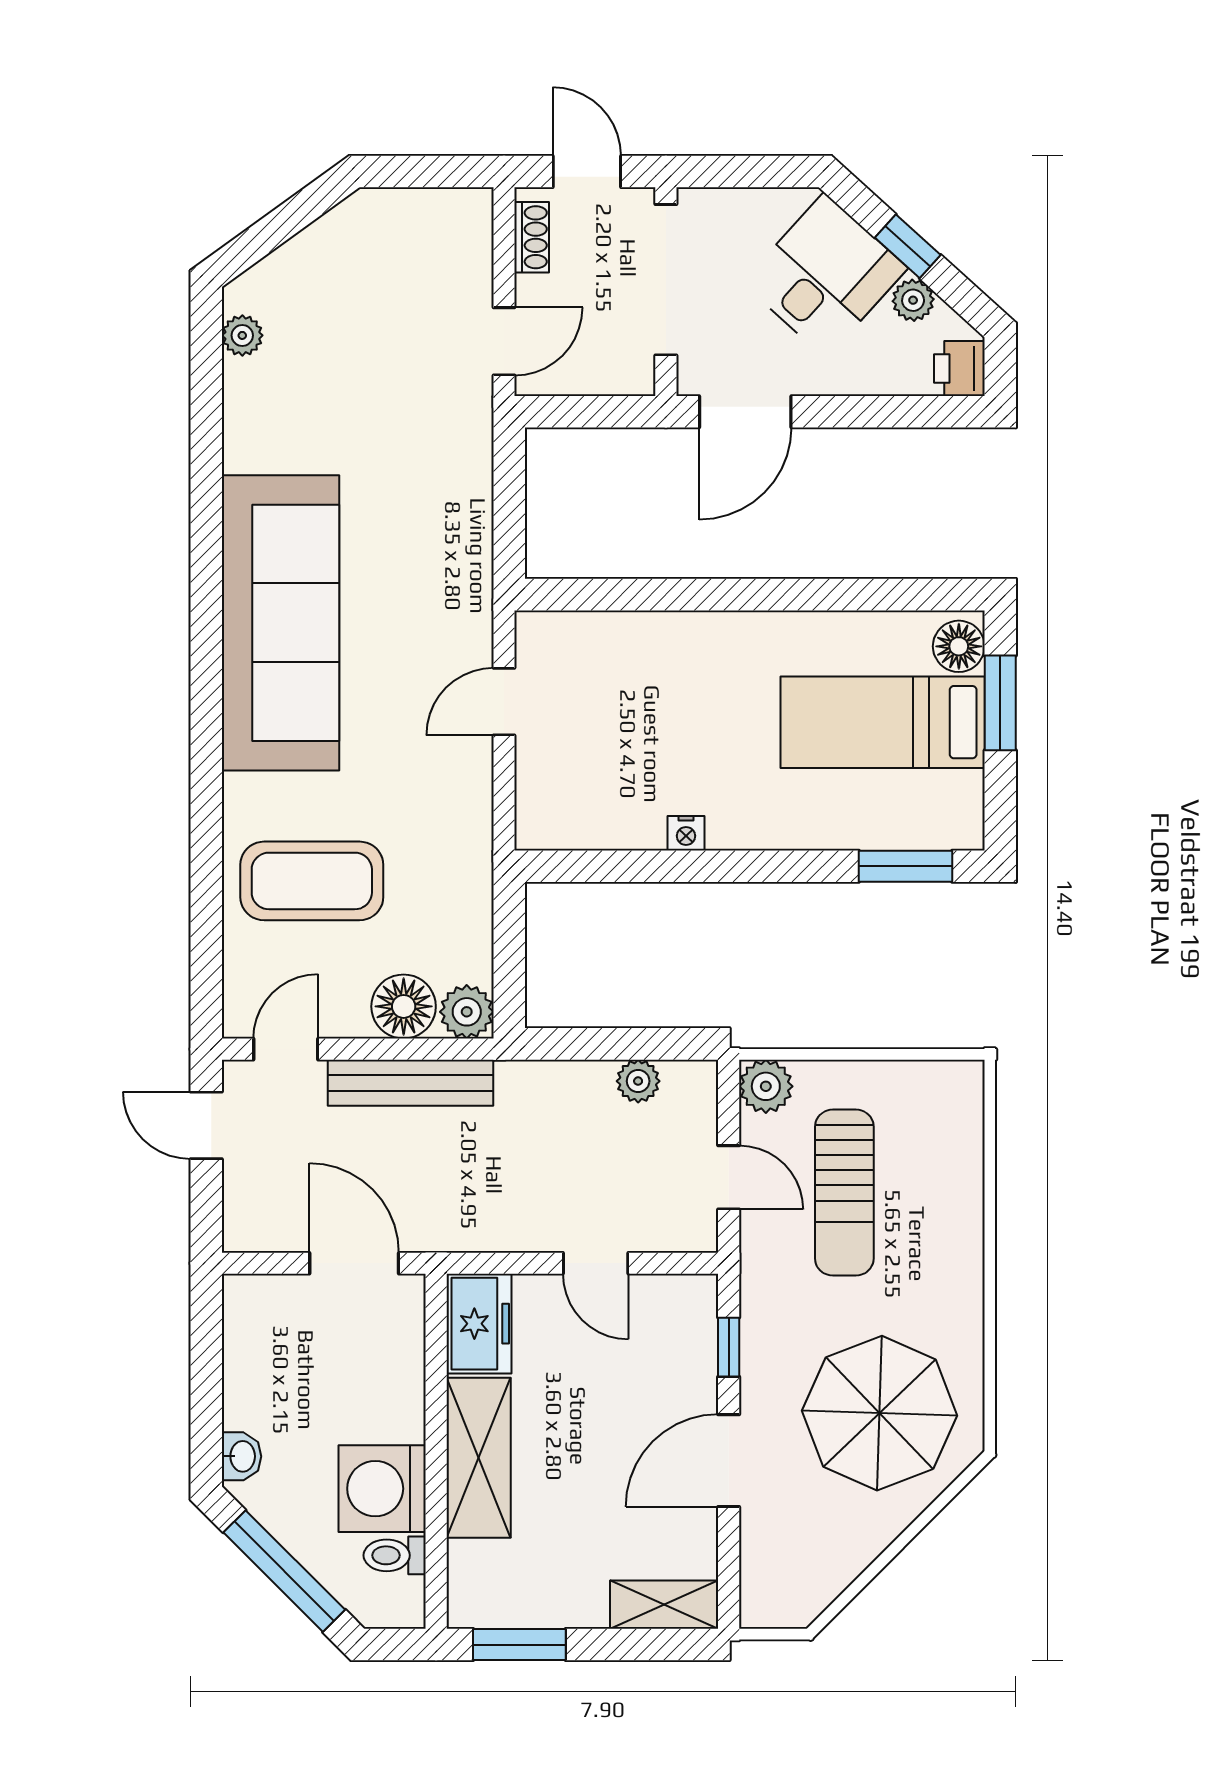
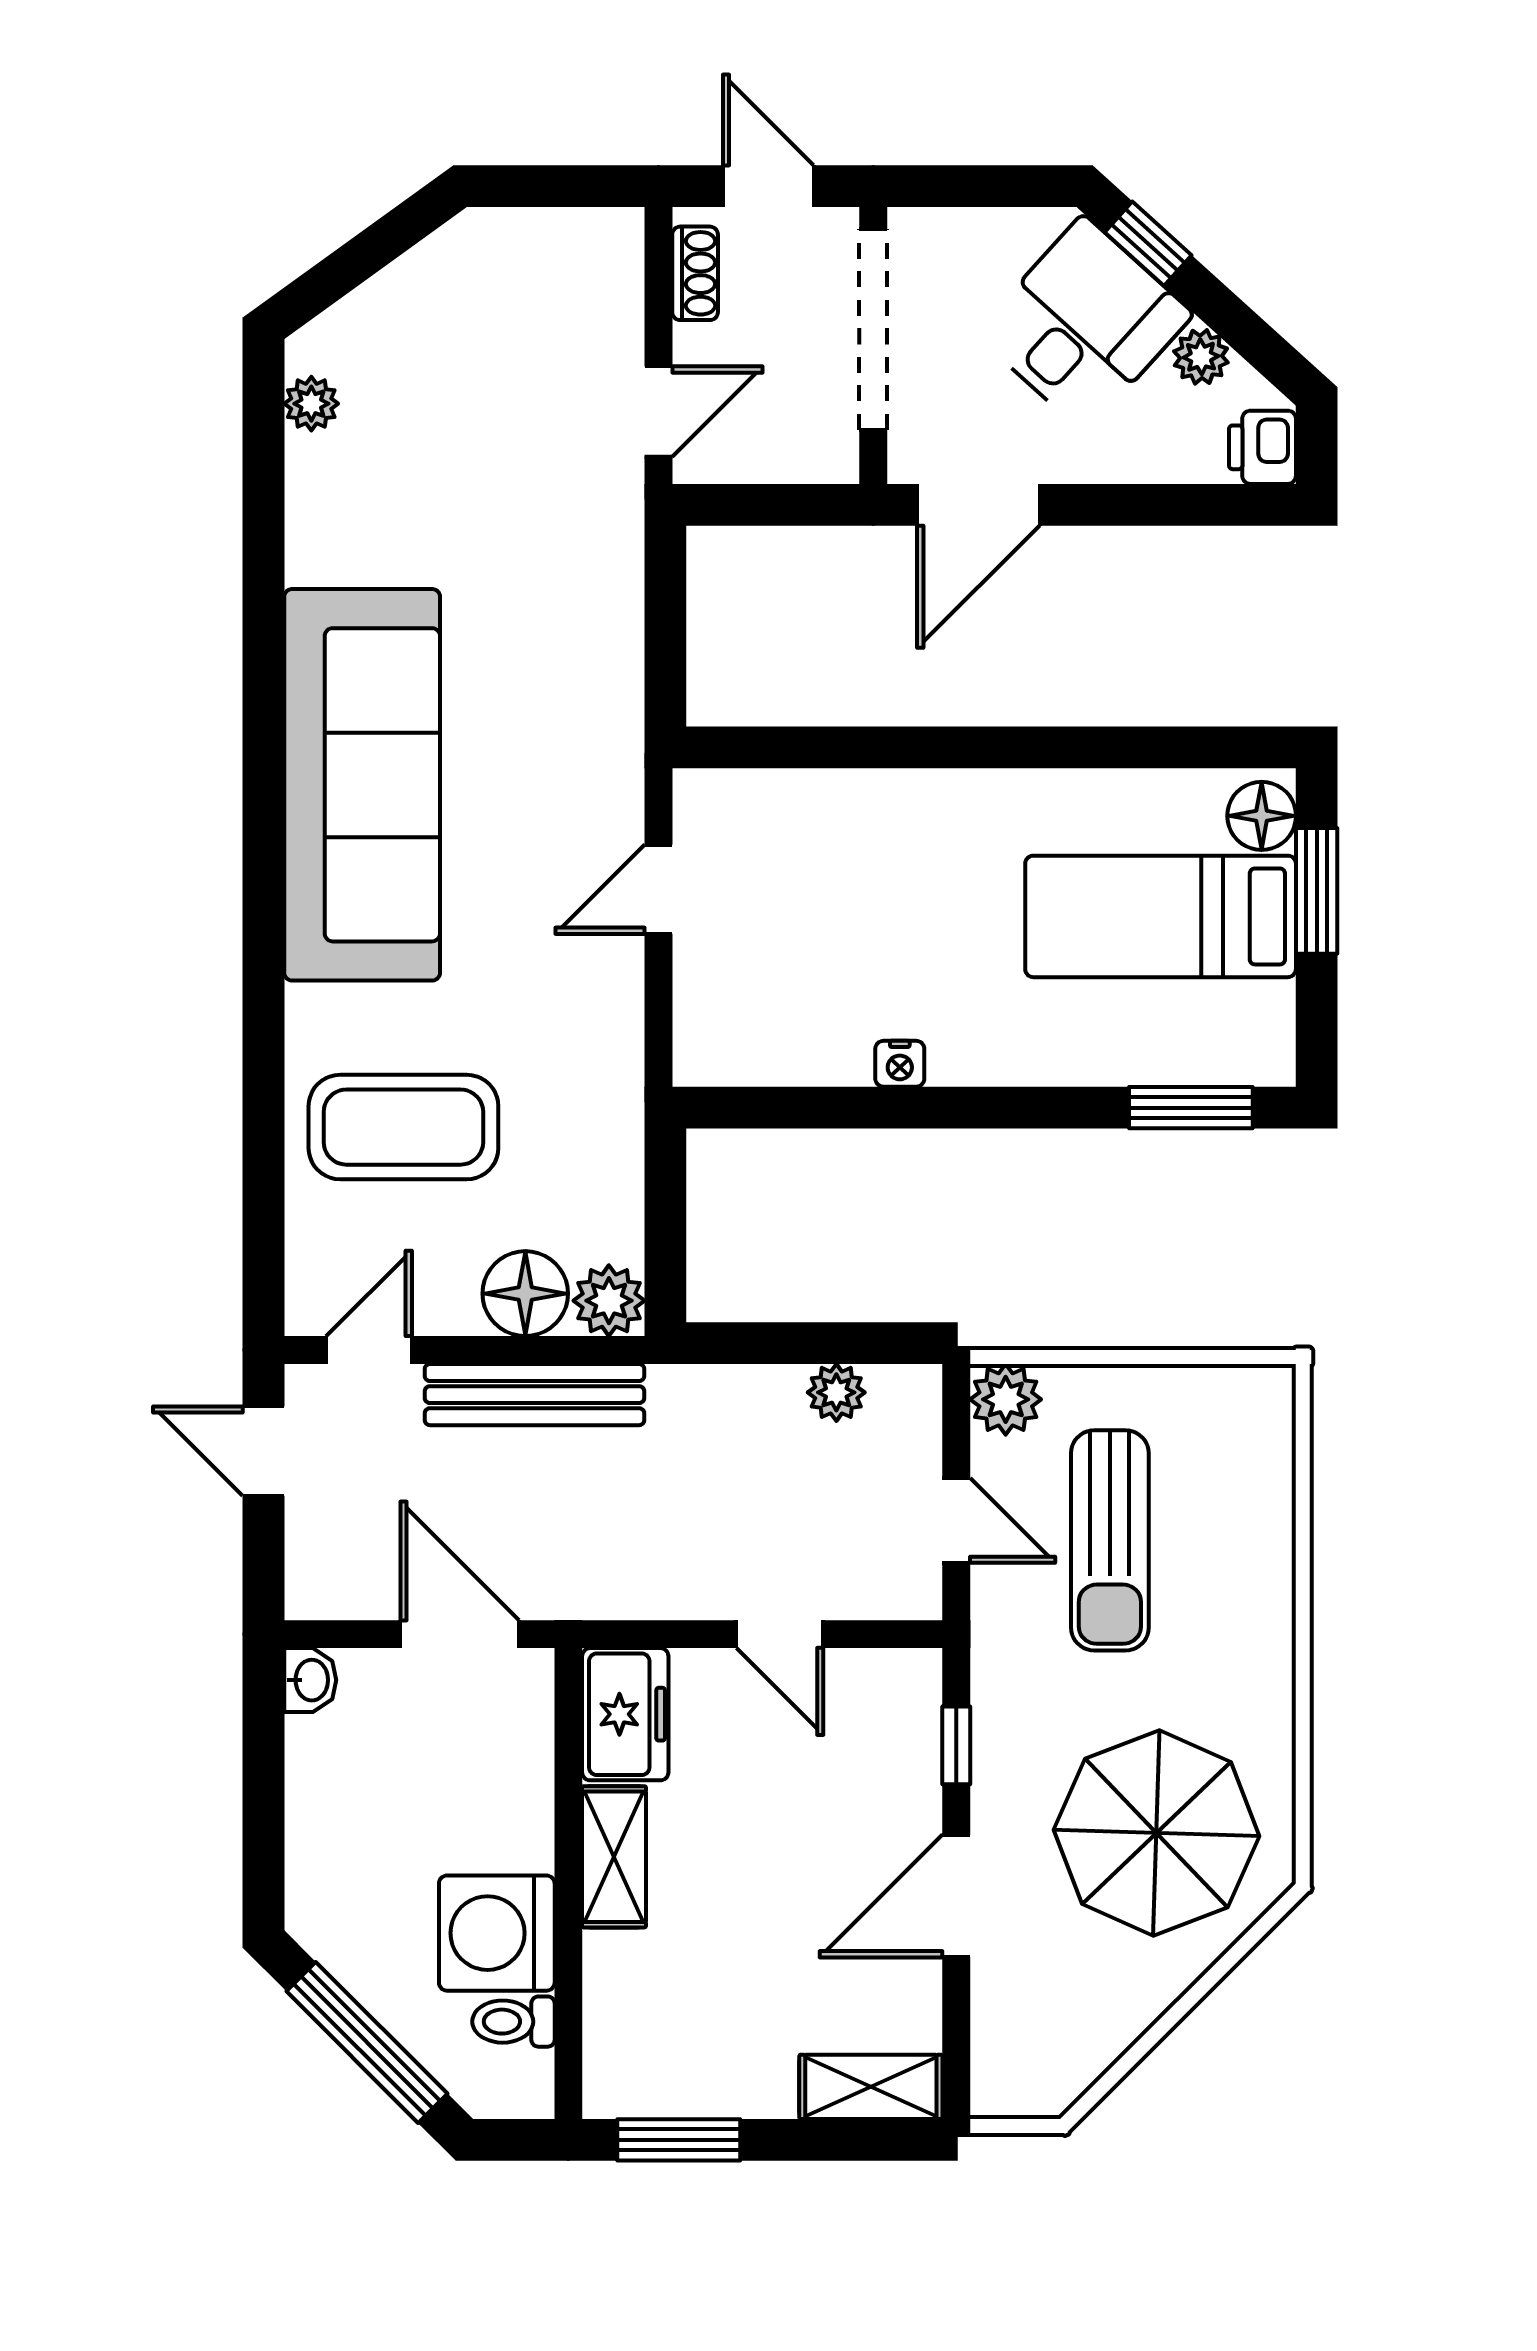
window: (908, 246) -> (1148, 244), moved
washbasin: (241, 1456) -> (310, 1680), moved
shelving: (479, 1458) -> (614, 1857), width x0.67, depth x0.75

